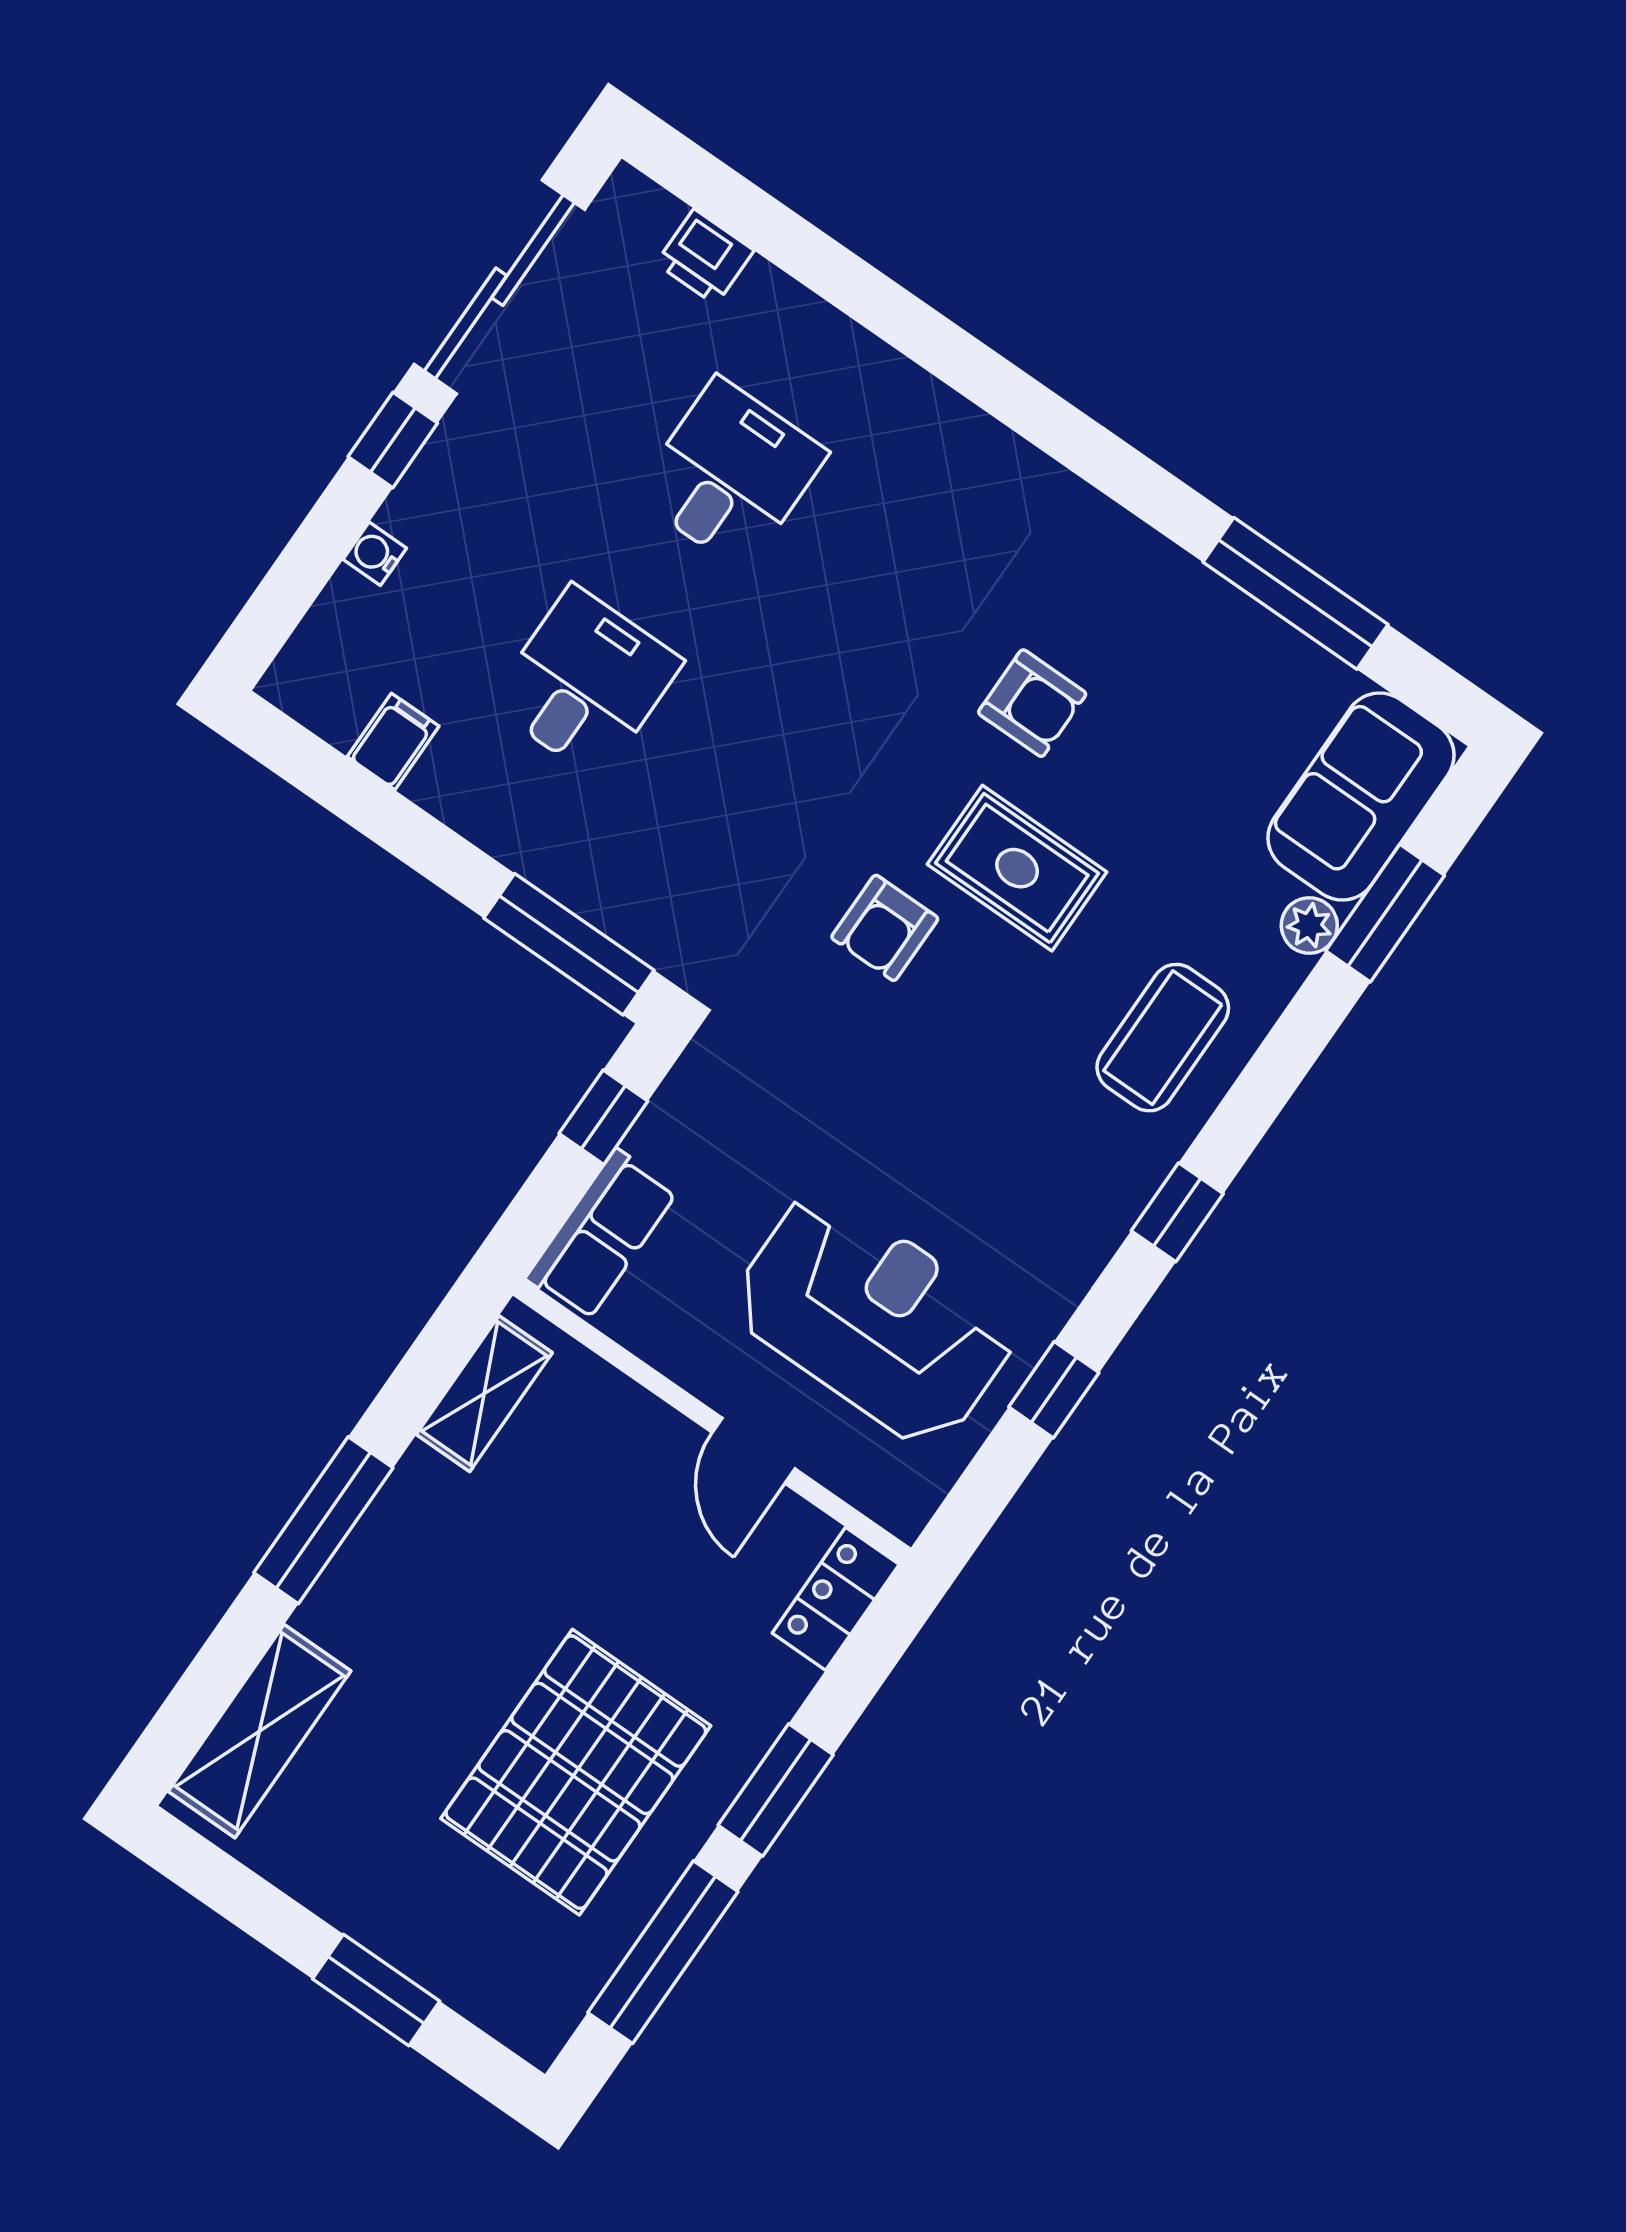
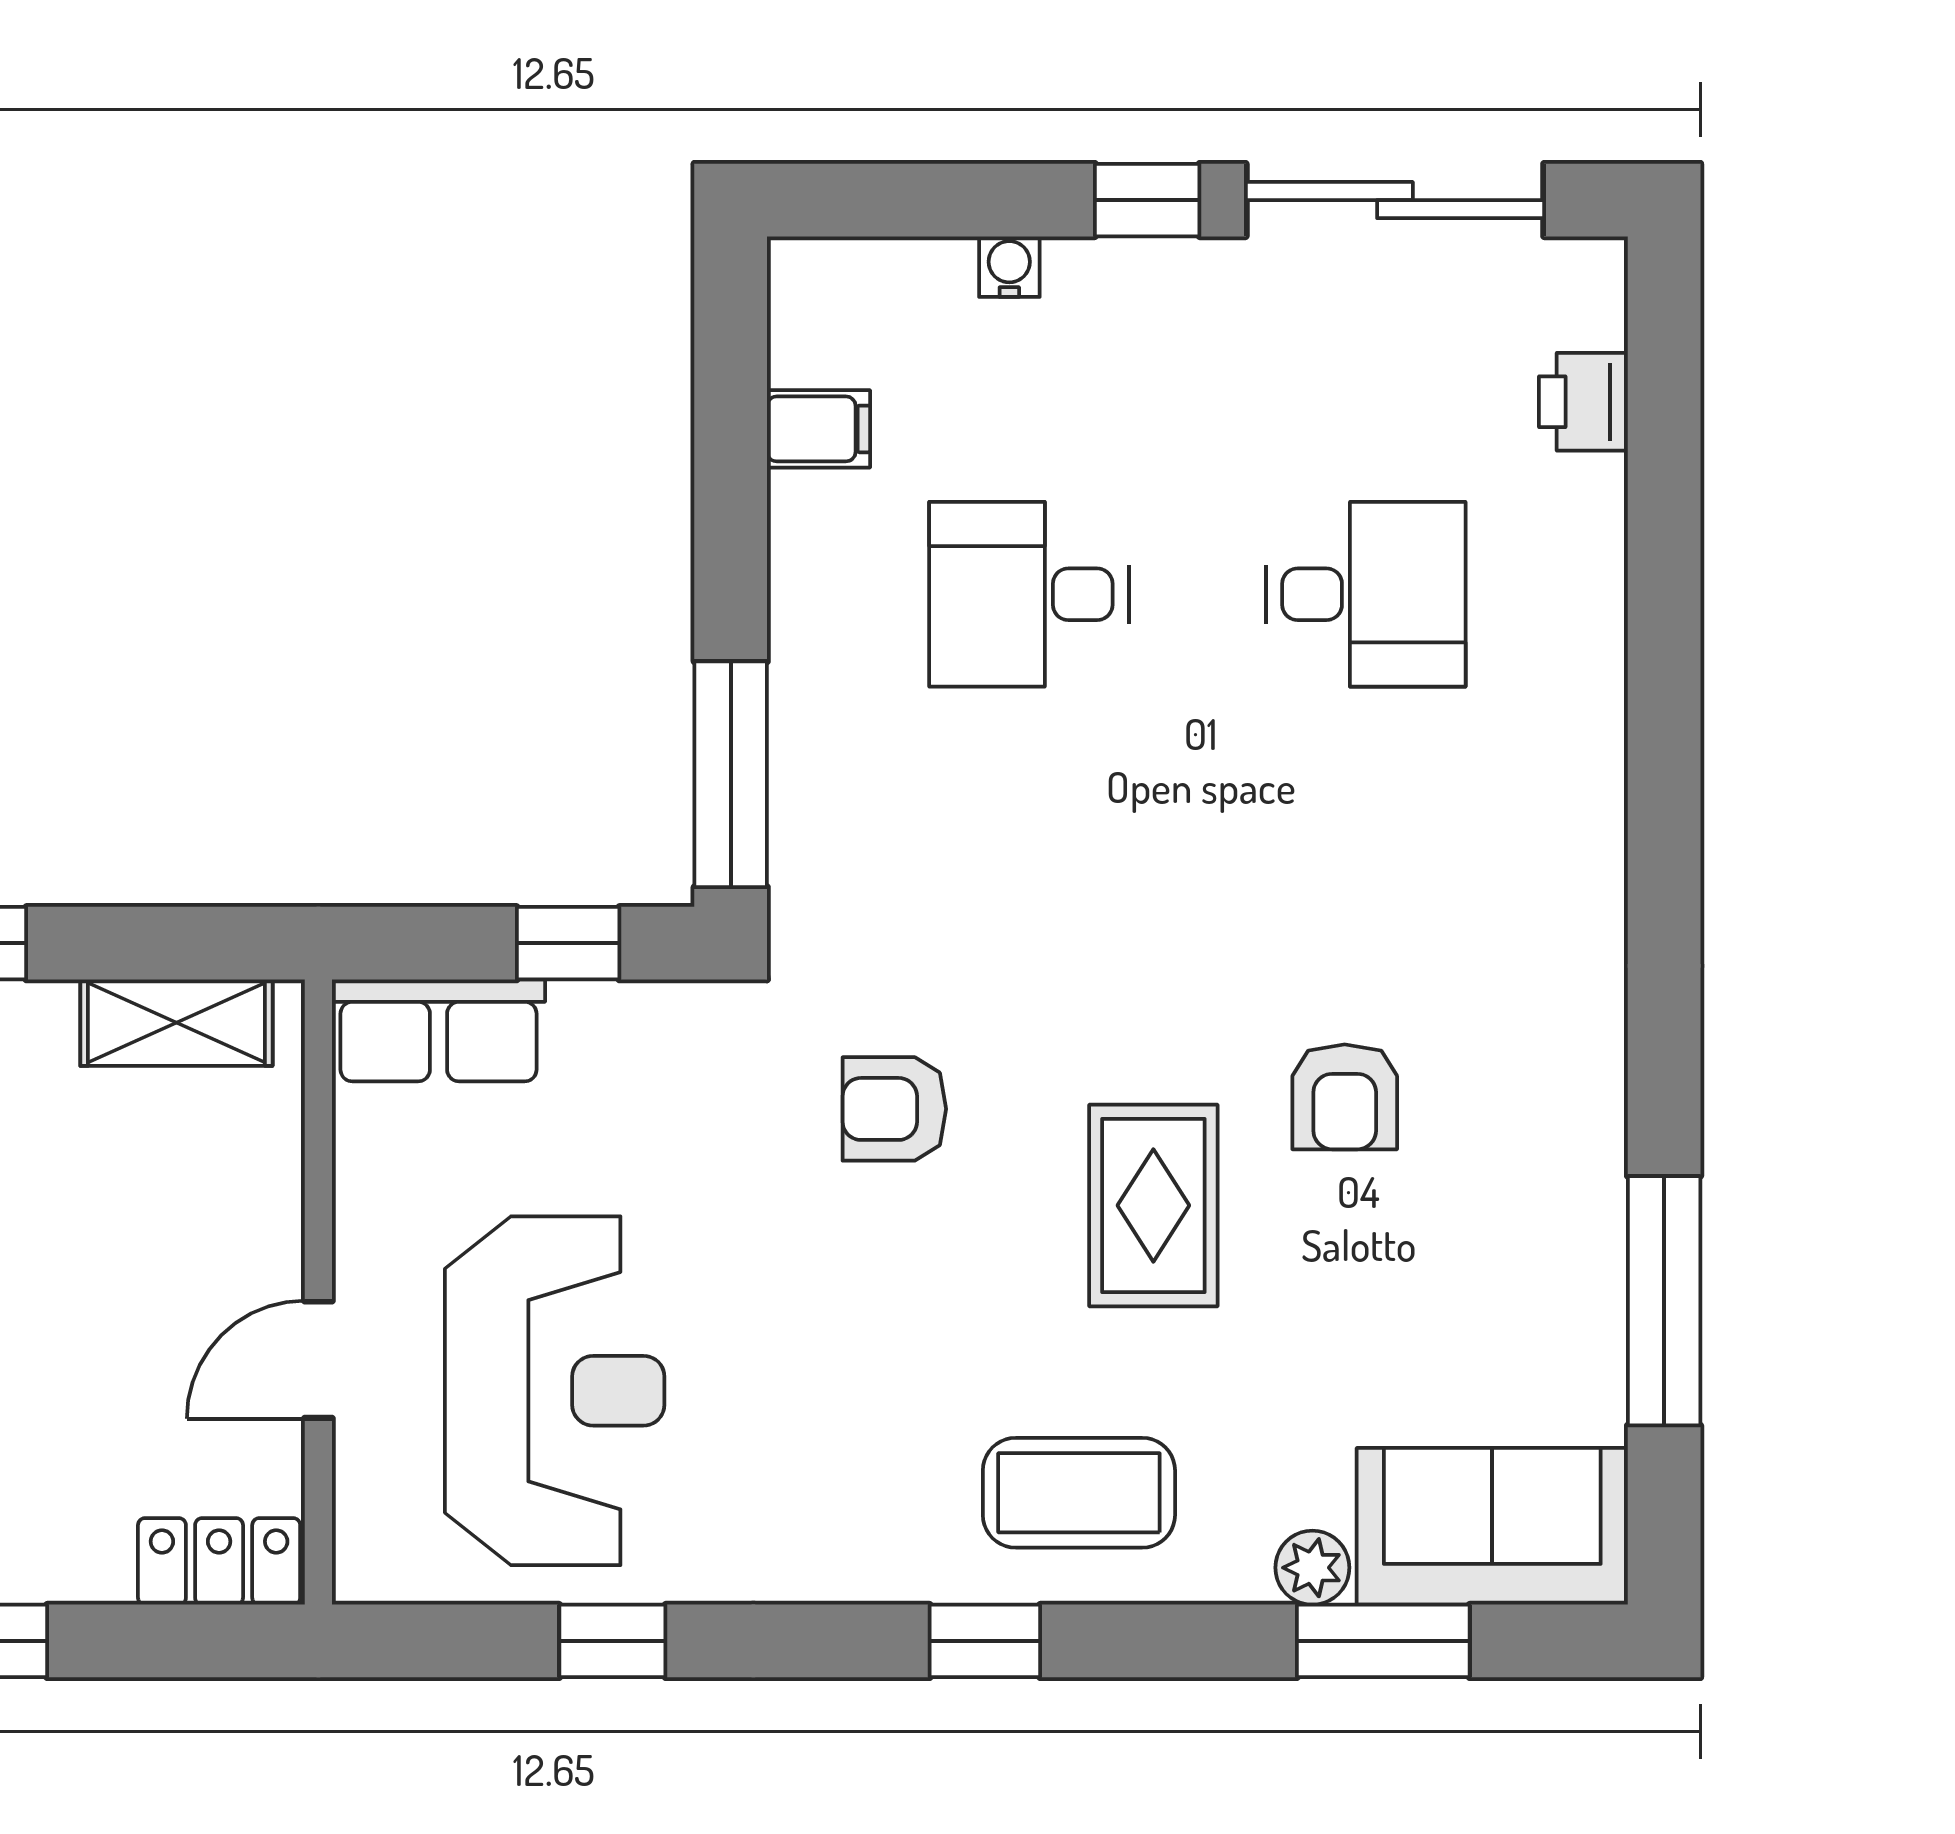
desk: (586, 682) -> (1029, 594), turned 180
armchair: (885, 928) -> (894, 1109), moved
window: (1177, 1212) -> (985, 1641), moved

